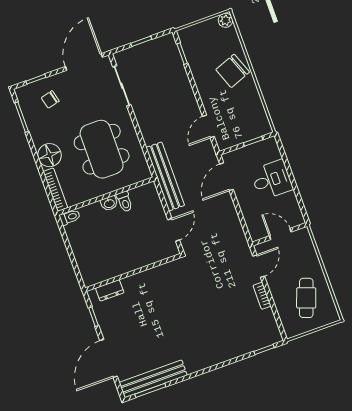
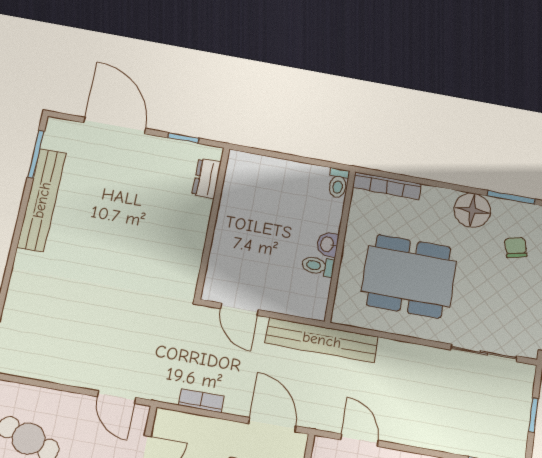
floor lamp: (50, 155) -> (472, 210), moved
bookcase: (262, 296) -> (201, 401), moved
bench: (153, 379) -> (42, 200), moved

